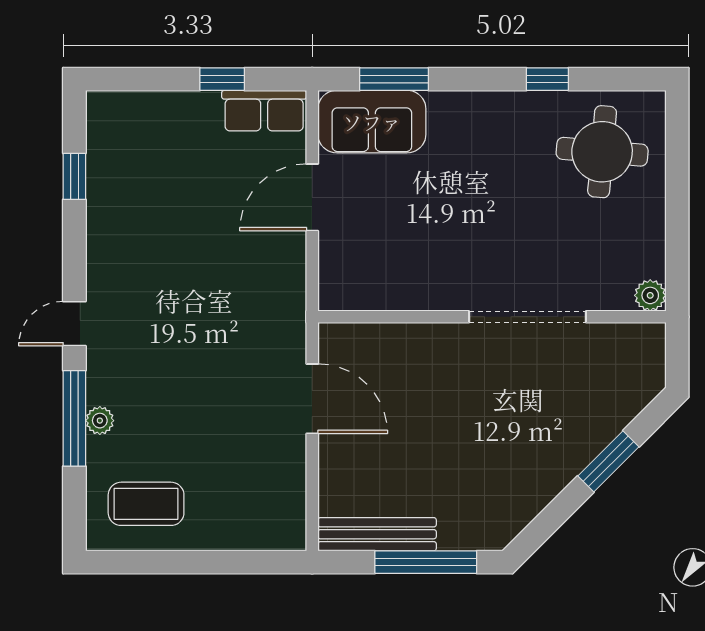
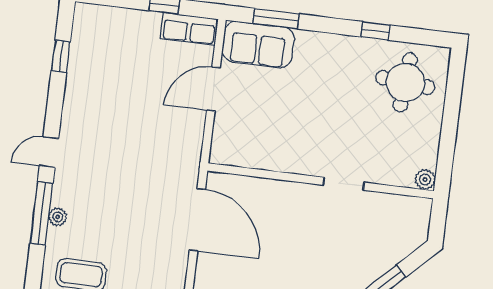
doorway: (528, 317) -> (344, 184), width x0.53
door: (312, 399) -> (197, 220), width x1.36

